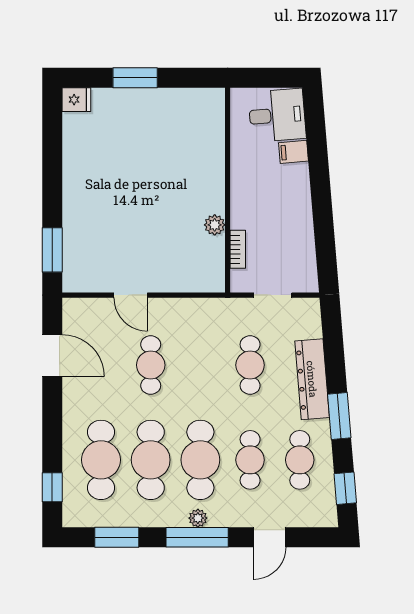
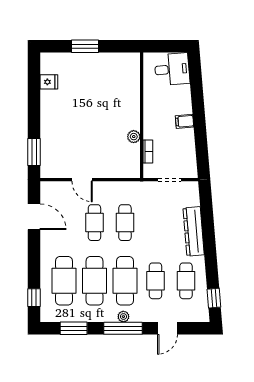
fridge: (76, 100) -> (49, 82), moved
filing cabinet: (293, 152) -> (185, 121), moved
cafe table: (250, 365) -> (125, 223), moved
window: (339, 416) -> (210, 254), removed

